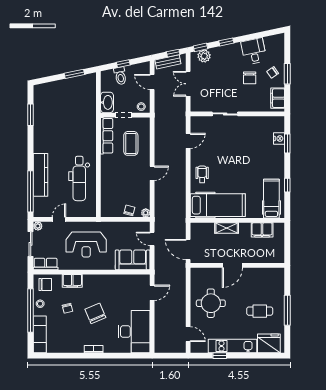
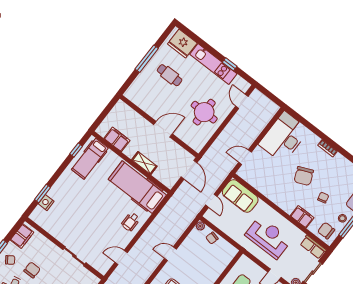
window: (287, 185) -> (76, 150), moved

